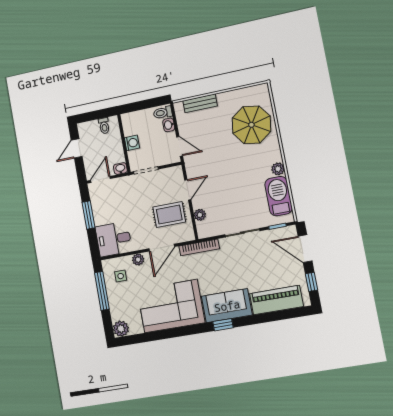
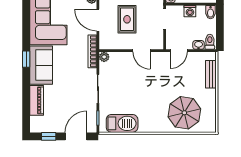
bidet: (129, 119) -> (211, 12), added
plant: (278, 169) -> (144, 127), removed
rug: (169, 215) -> (127, 19), moved
plant: (200, 215) -> (104, 57), moved
piano: (276, 300) -> (37, 100), width x0.73, depth x0.75

